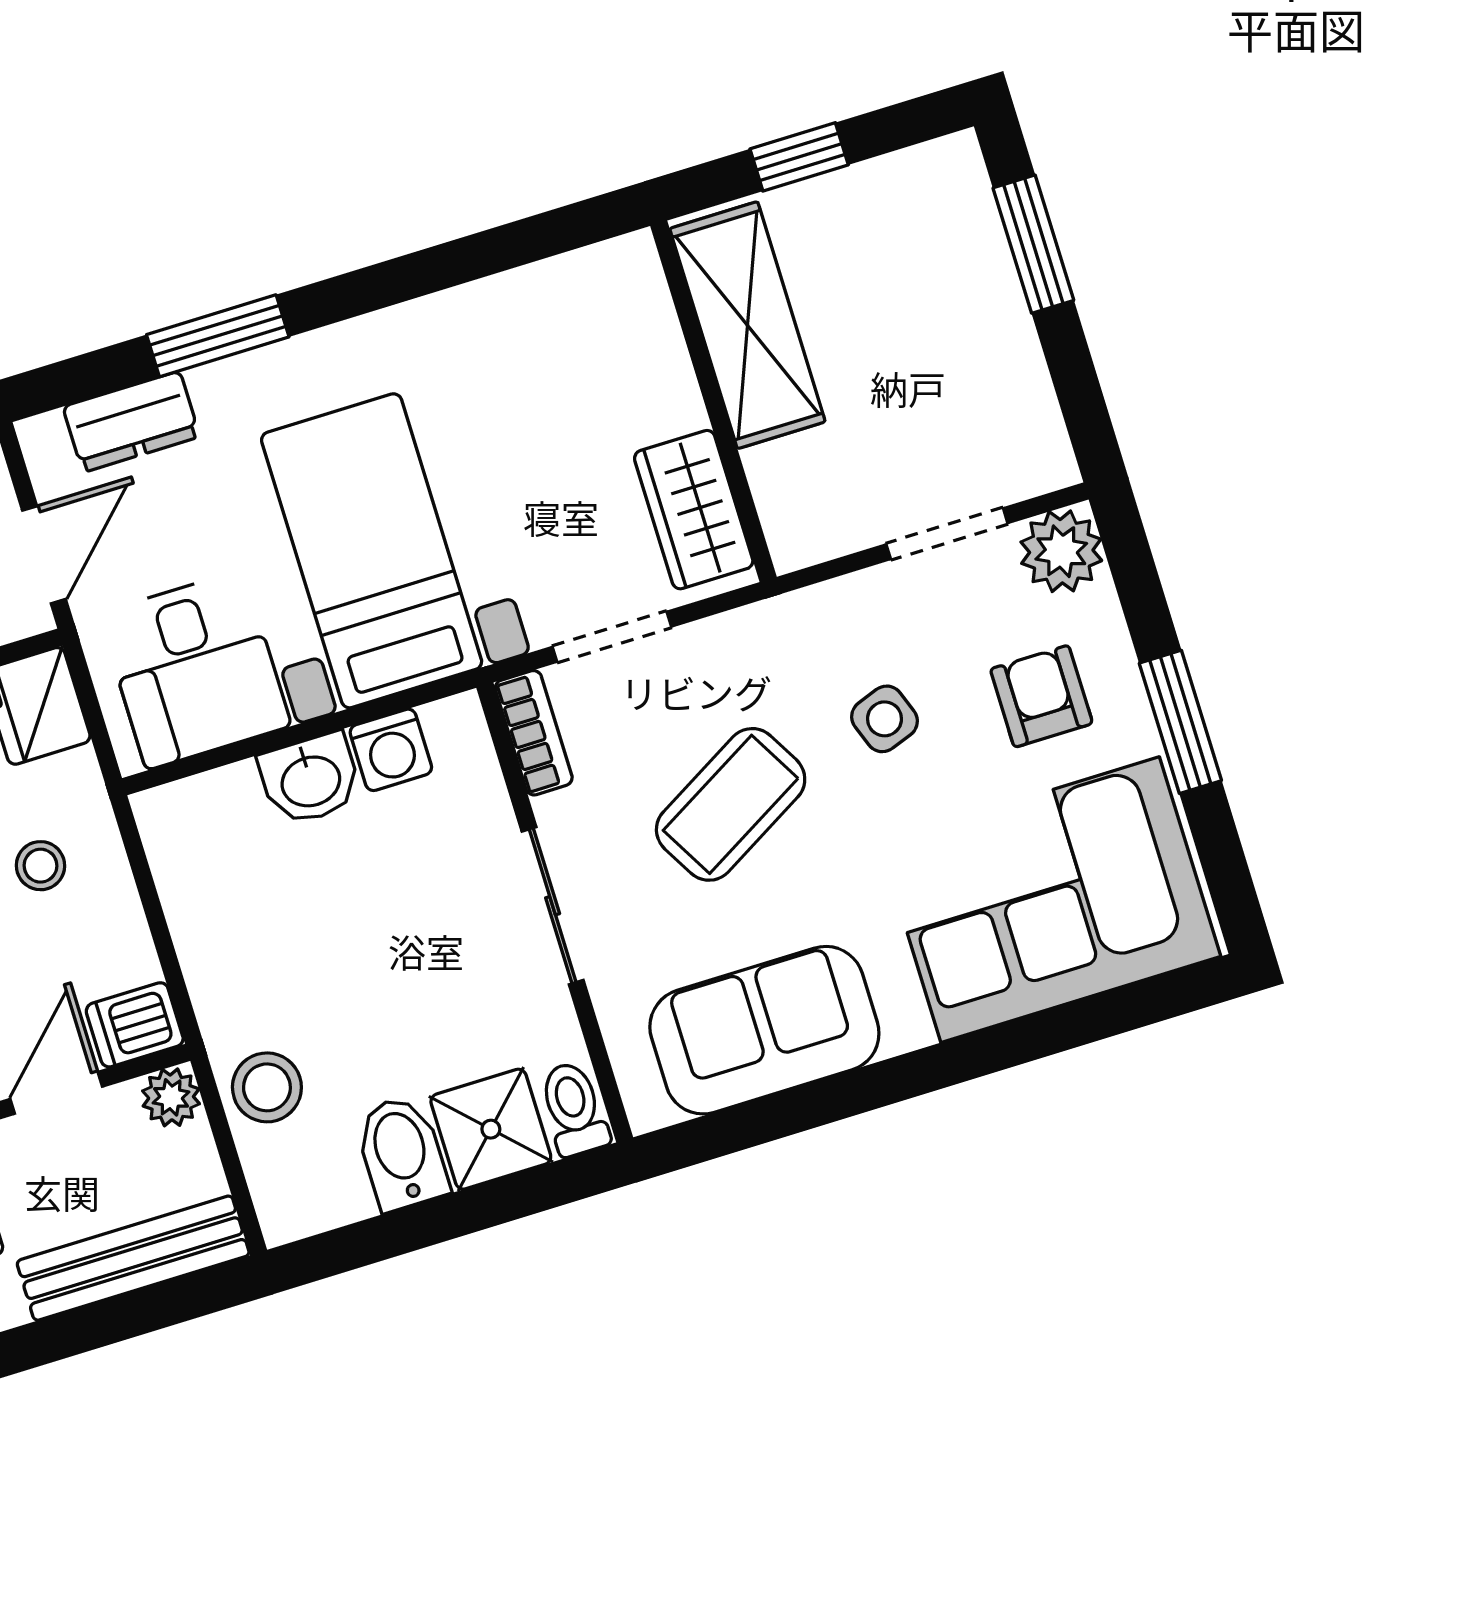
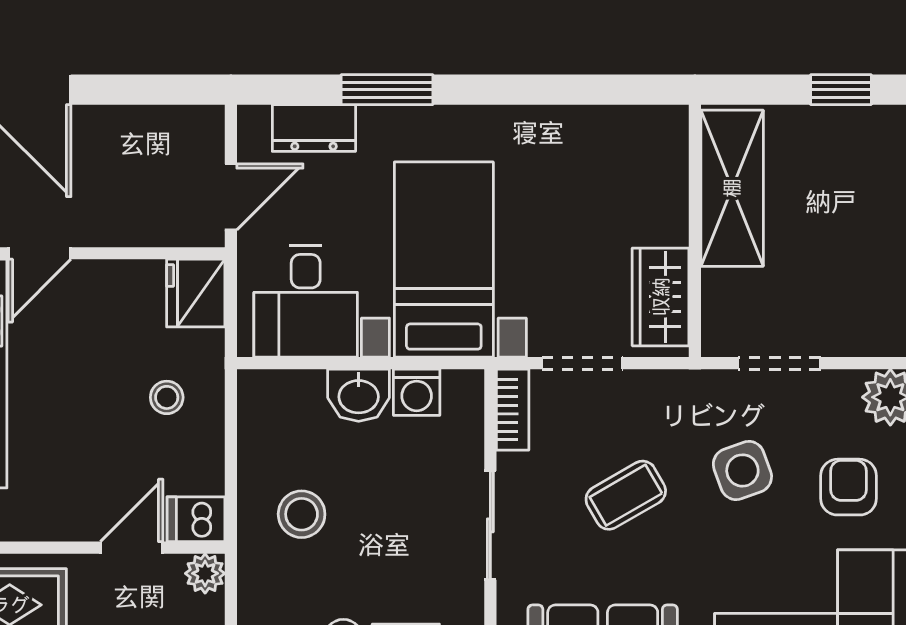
window: (799, 157) -> (841, 90), moved
doorway: (947, 534) -> (779, 363), moved
side table: (885, 719) -> (742, 470), width x1.37, depth x1.37
coffee table: (731, 804) -> (626, 495), width x0.73, depth x0.77
stool: (267, 1087) -> (302, 514), moved

